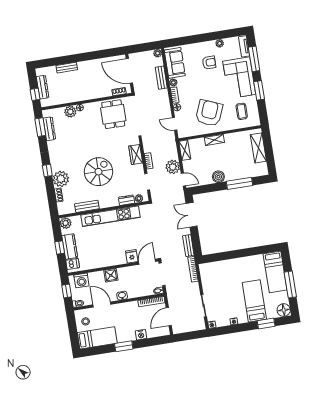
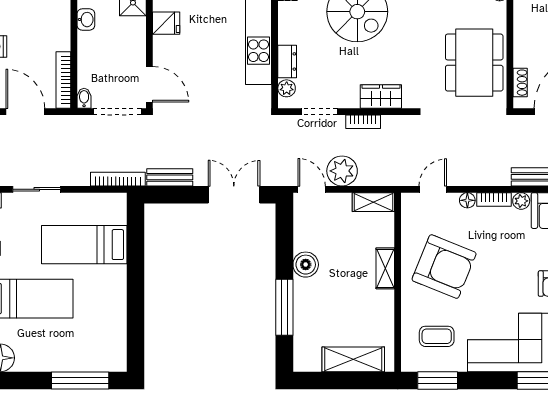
window: (259, 90) -> (438, 380), moved
dining table: (113, 114) -> (474, 63), width x1.38
door: (183, 180) -> (312, 189), swing flipped
fridge: (132, 256) -> (166, 23), moved
bed: (275, 272) -> (84, 245), moved
window: (290, 285) -> (80, 380), moved

